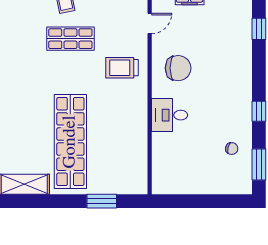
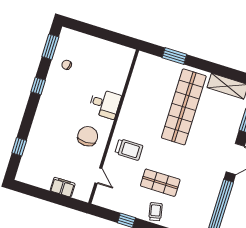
door: (150, 23) -> (98, 176), swing flipped
chair: (178, 68) -> (88, 136), turned 90

